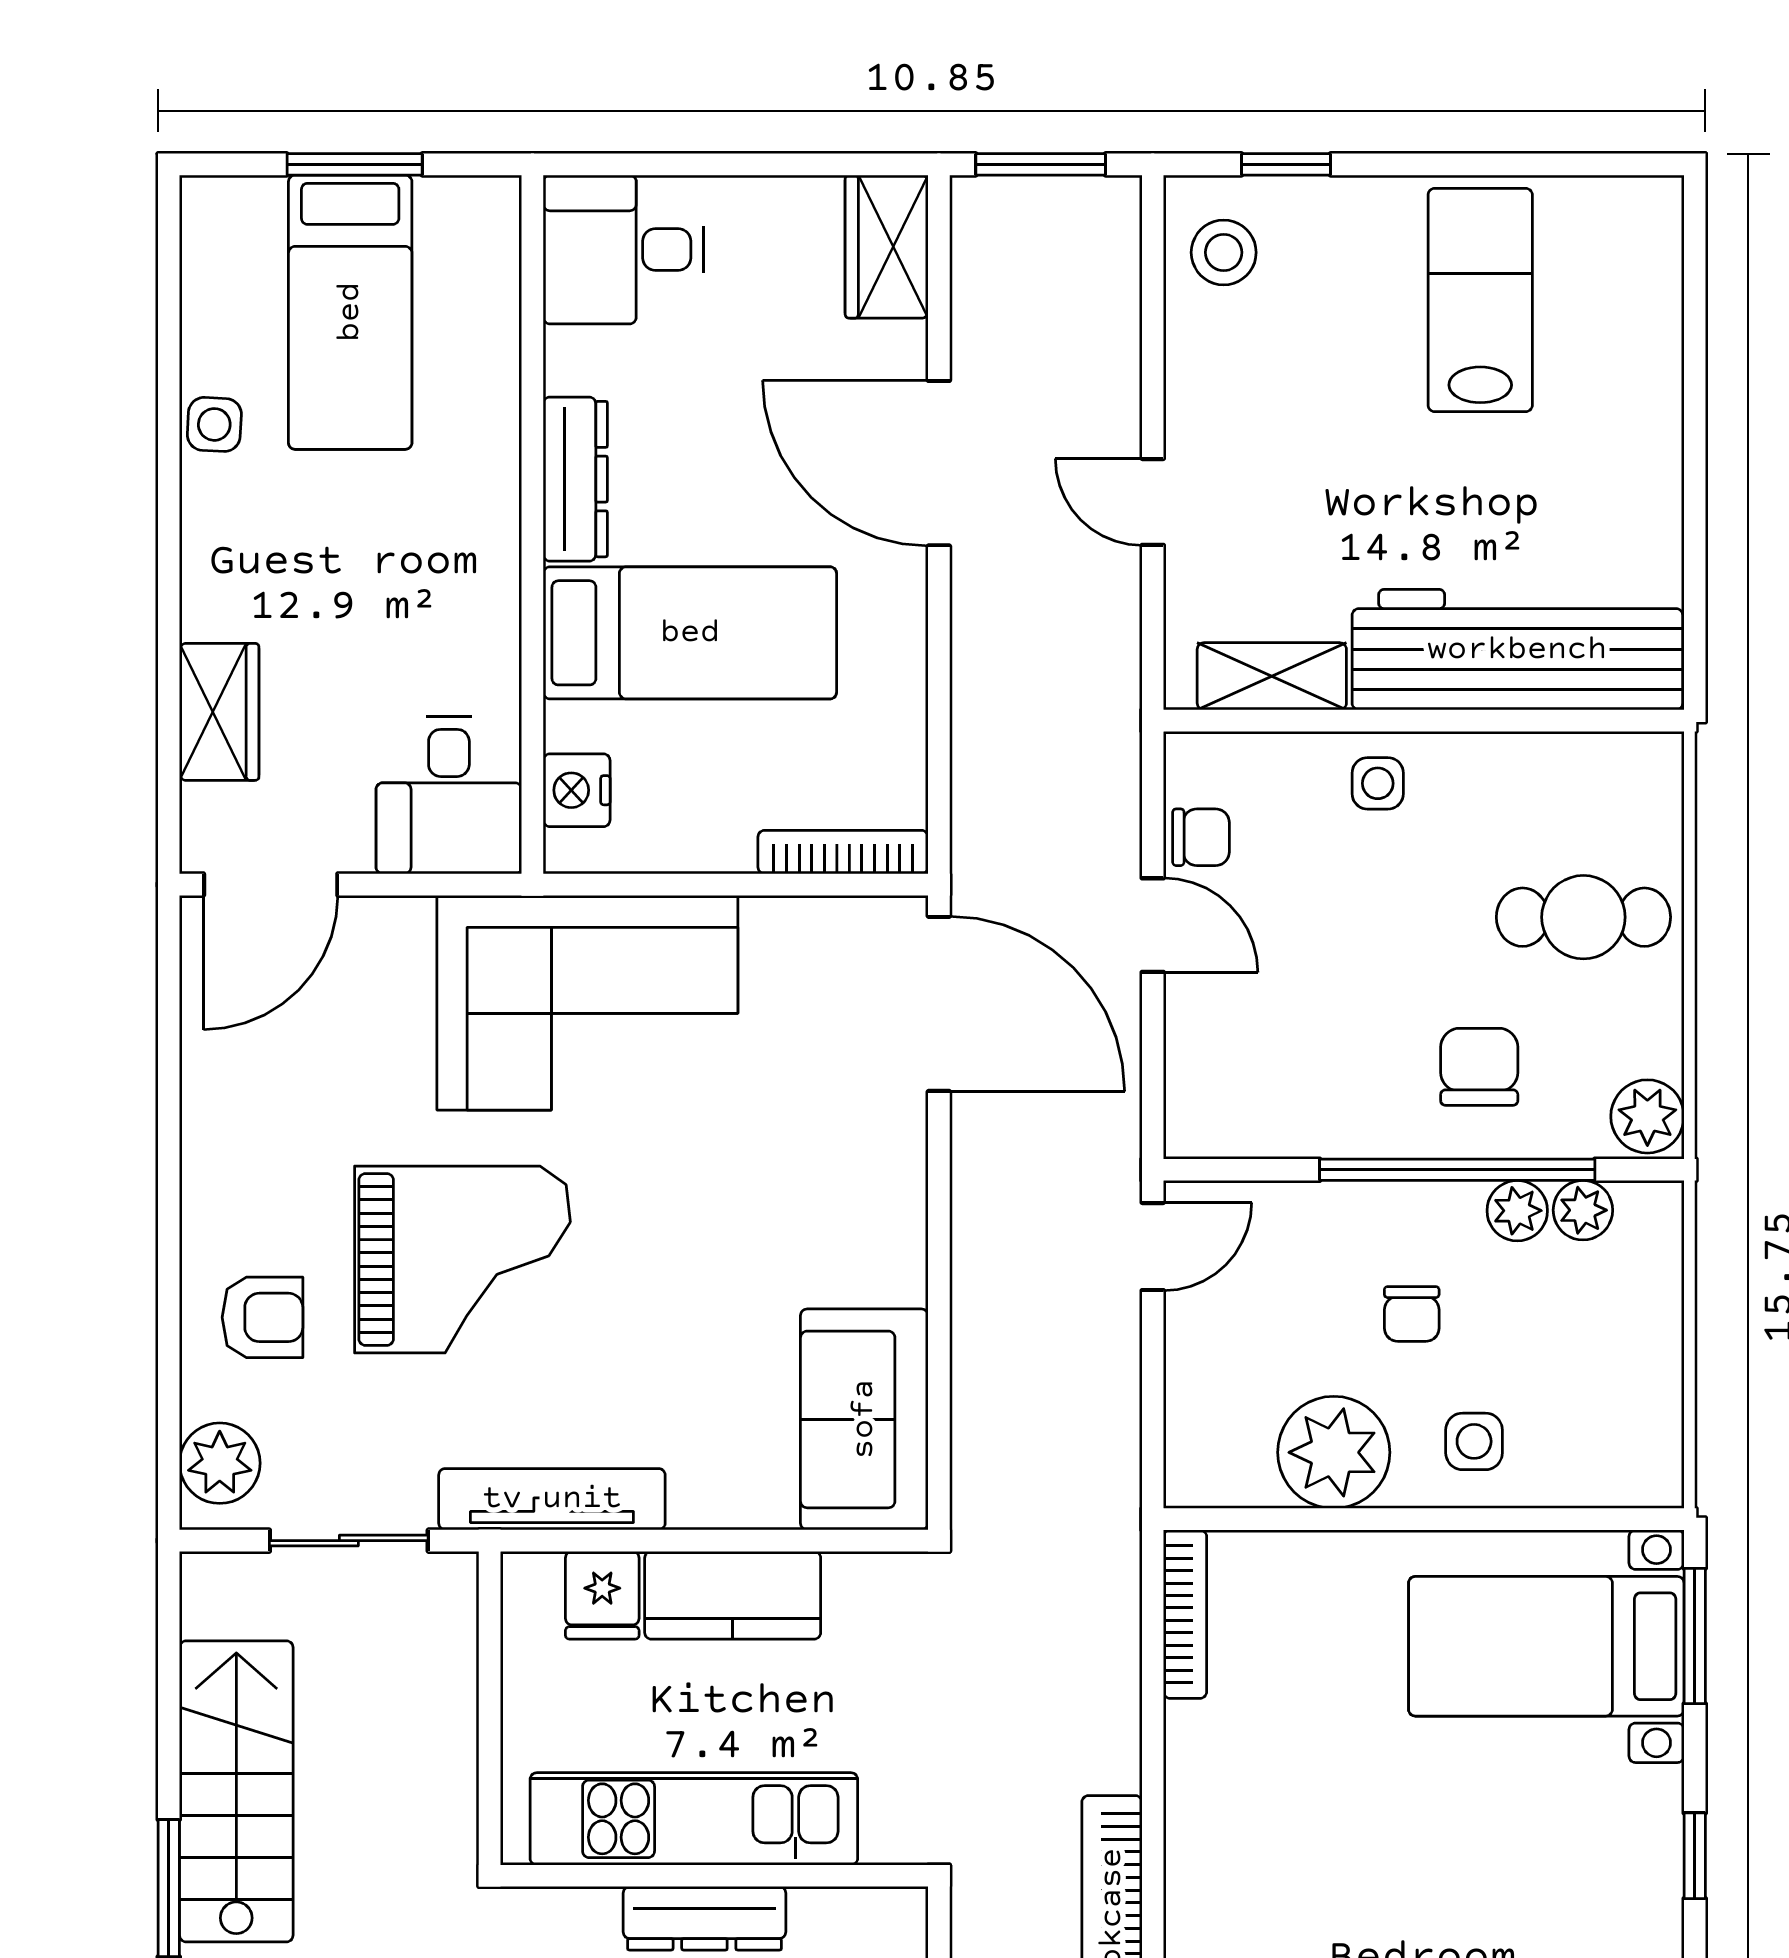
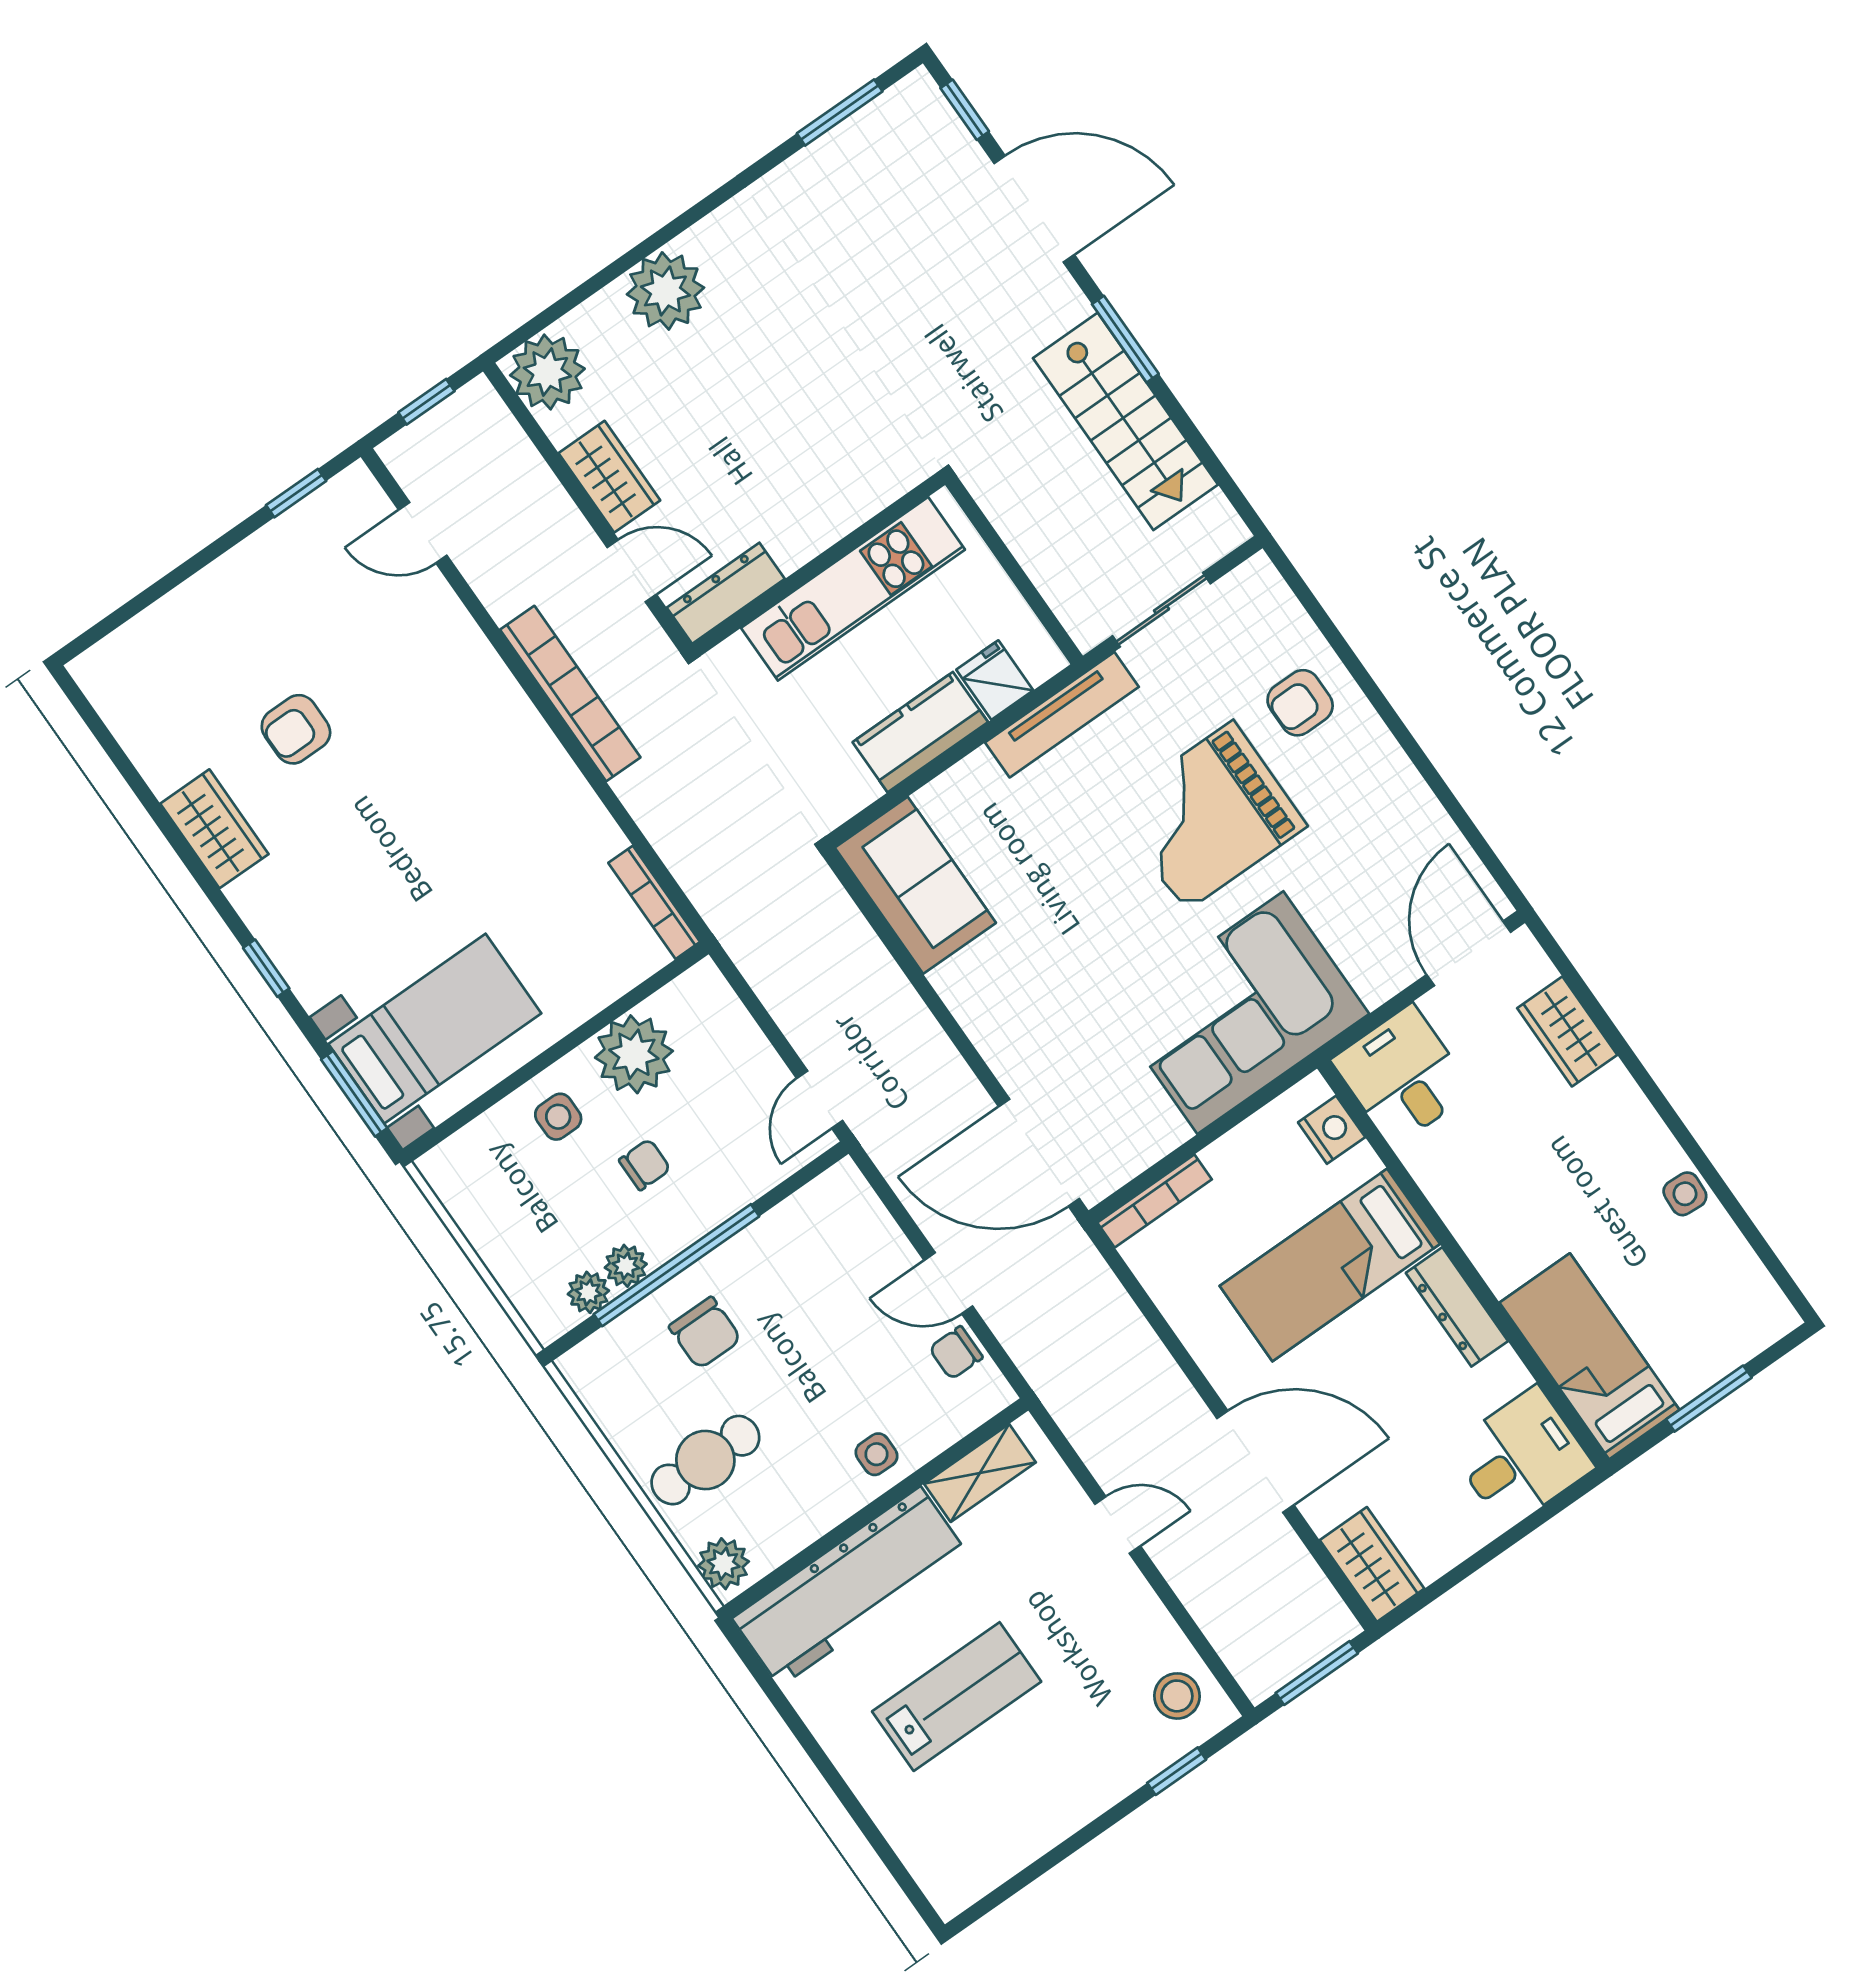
lab bench: (1480, 300) -> (957, 1697), moved, turned -90
bed: (350, 312) -> (1589, 1356), moved
plant: (1647, 1116) -> (723, 1564), moved
chair: (1412, 1314) -> (645, 1165), turned 90
plant: (220, 1463) -> (1266, 602), removed
dresser: (704, 1918) -> (726, 593), moved

